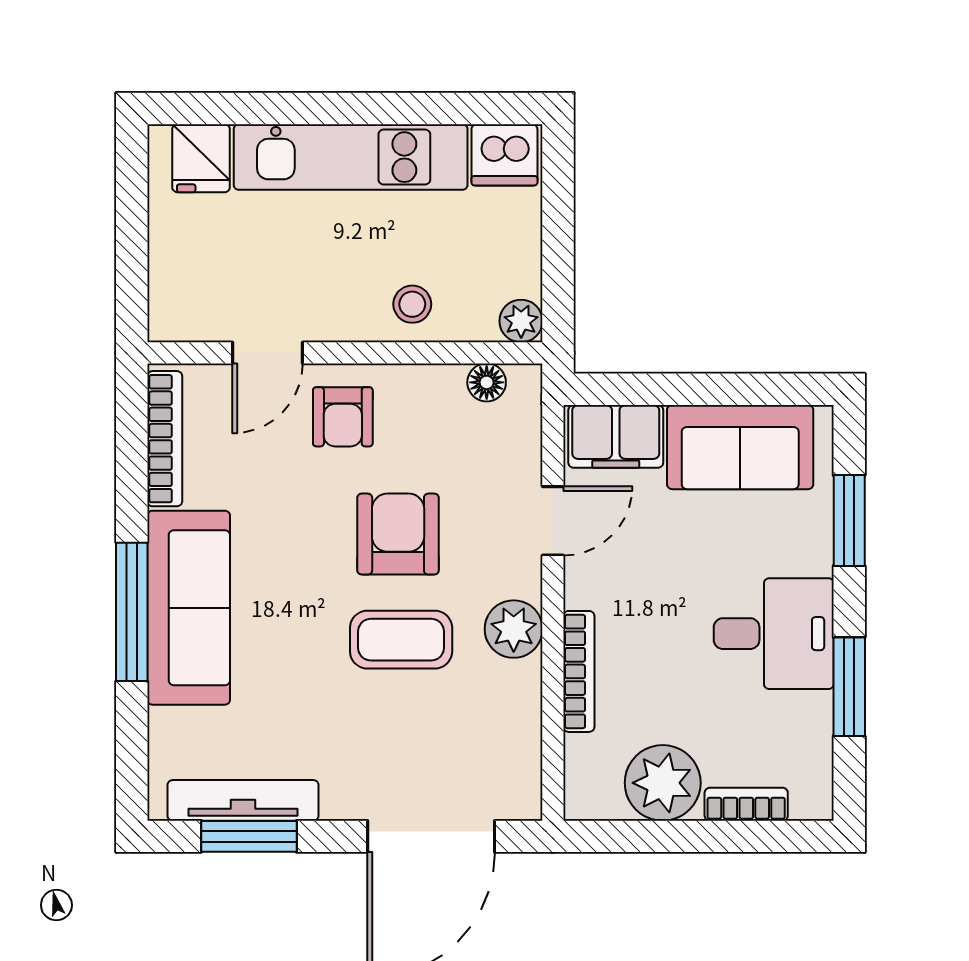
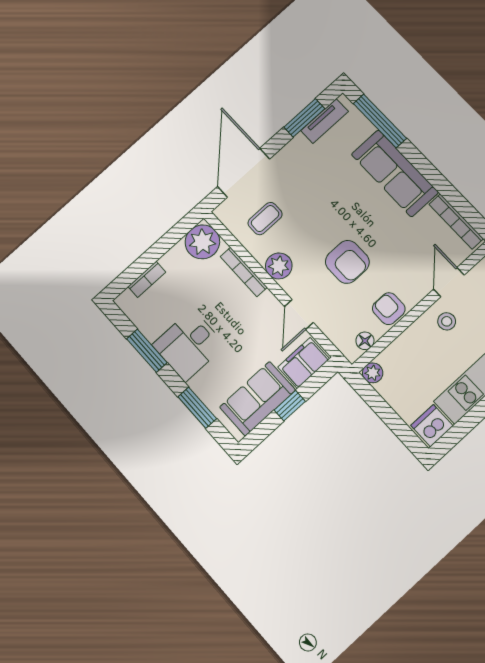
stool: (412, 304) -> (447, 321), moved
window: (699, 389) -> (290, 406), added
armchair: (343, 417) -> (389, 309), moved
window: (132, 612) -> (380, 121), moved
coffee table: (401, 640) -> (265, 219), moved, width x0.73, depth x0.77
plant: (663, 783) -> (202, 242), moved
tv unit: (243, 800) -> (325, 121), width x0.71

